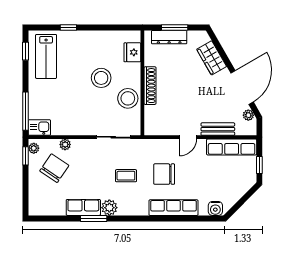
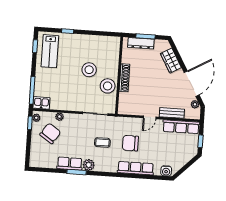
fridge: (132, 52) -> (113, 53), removed

